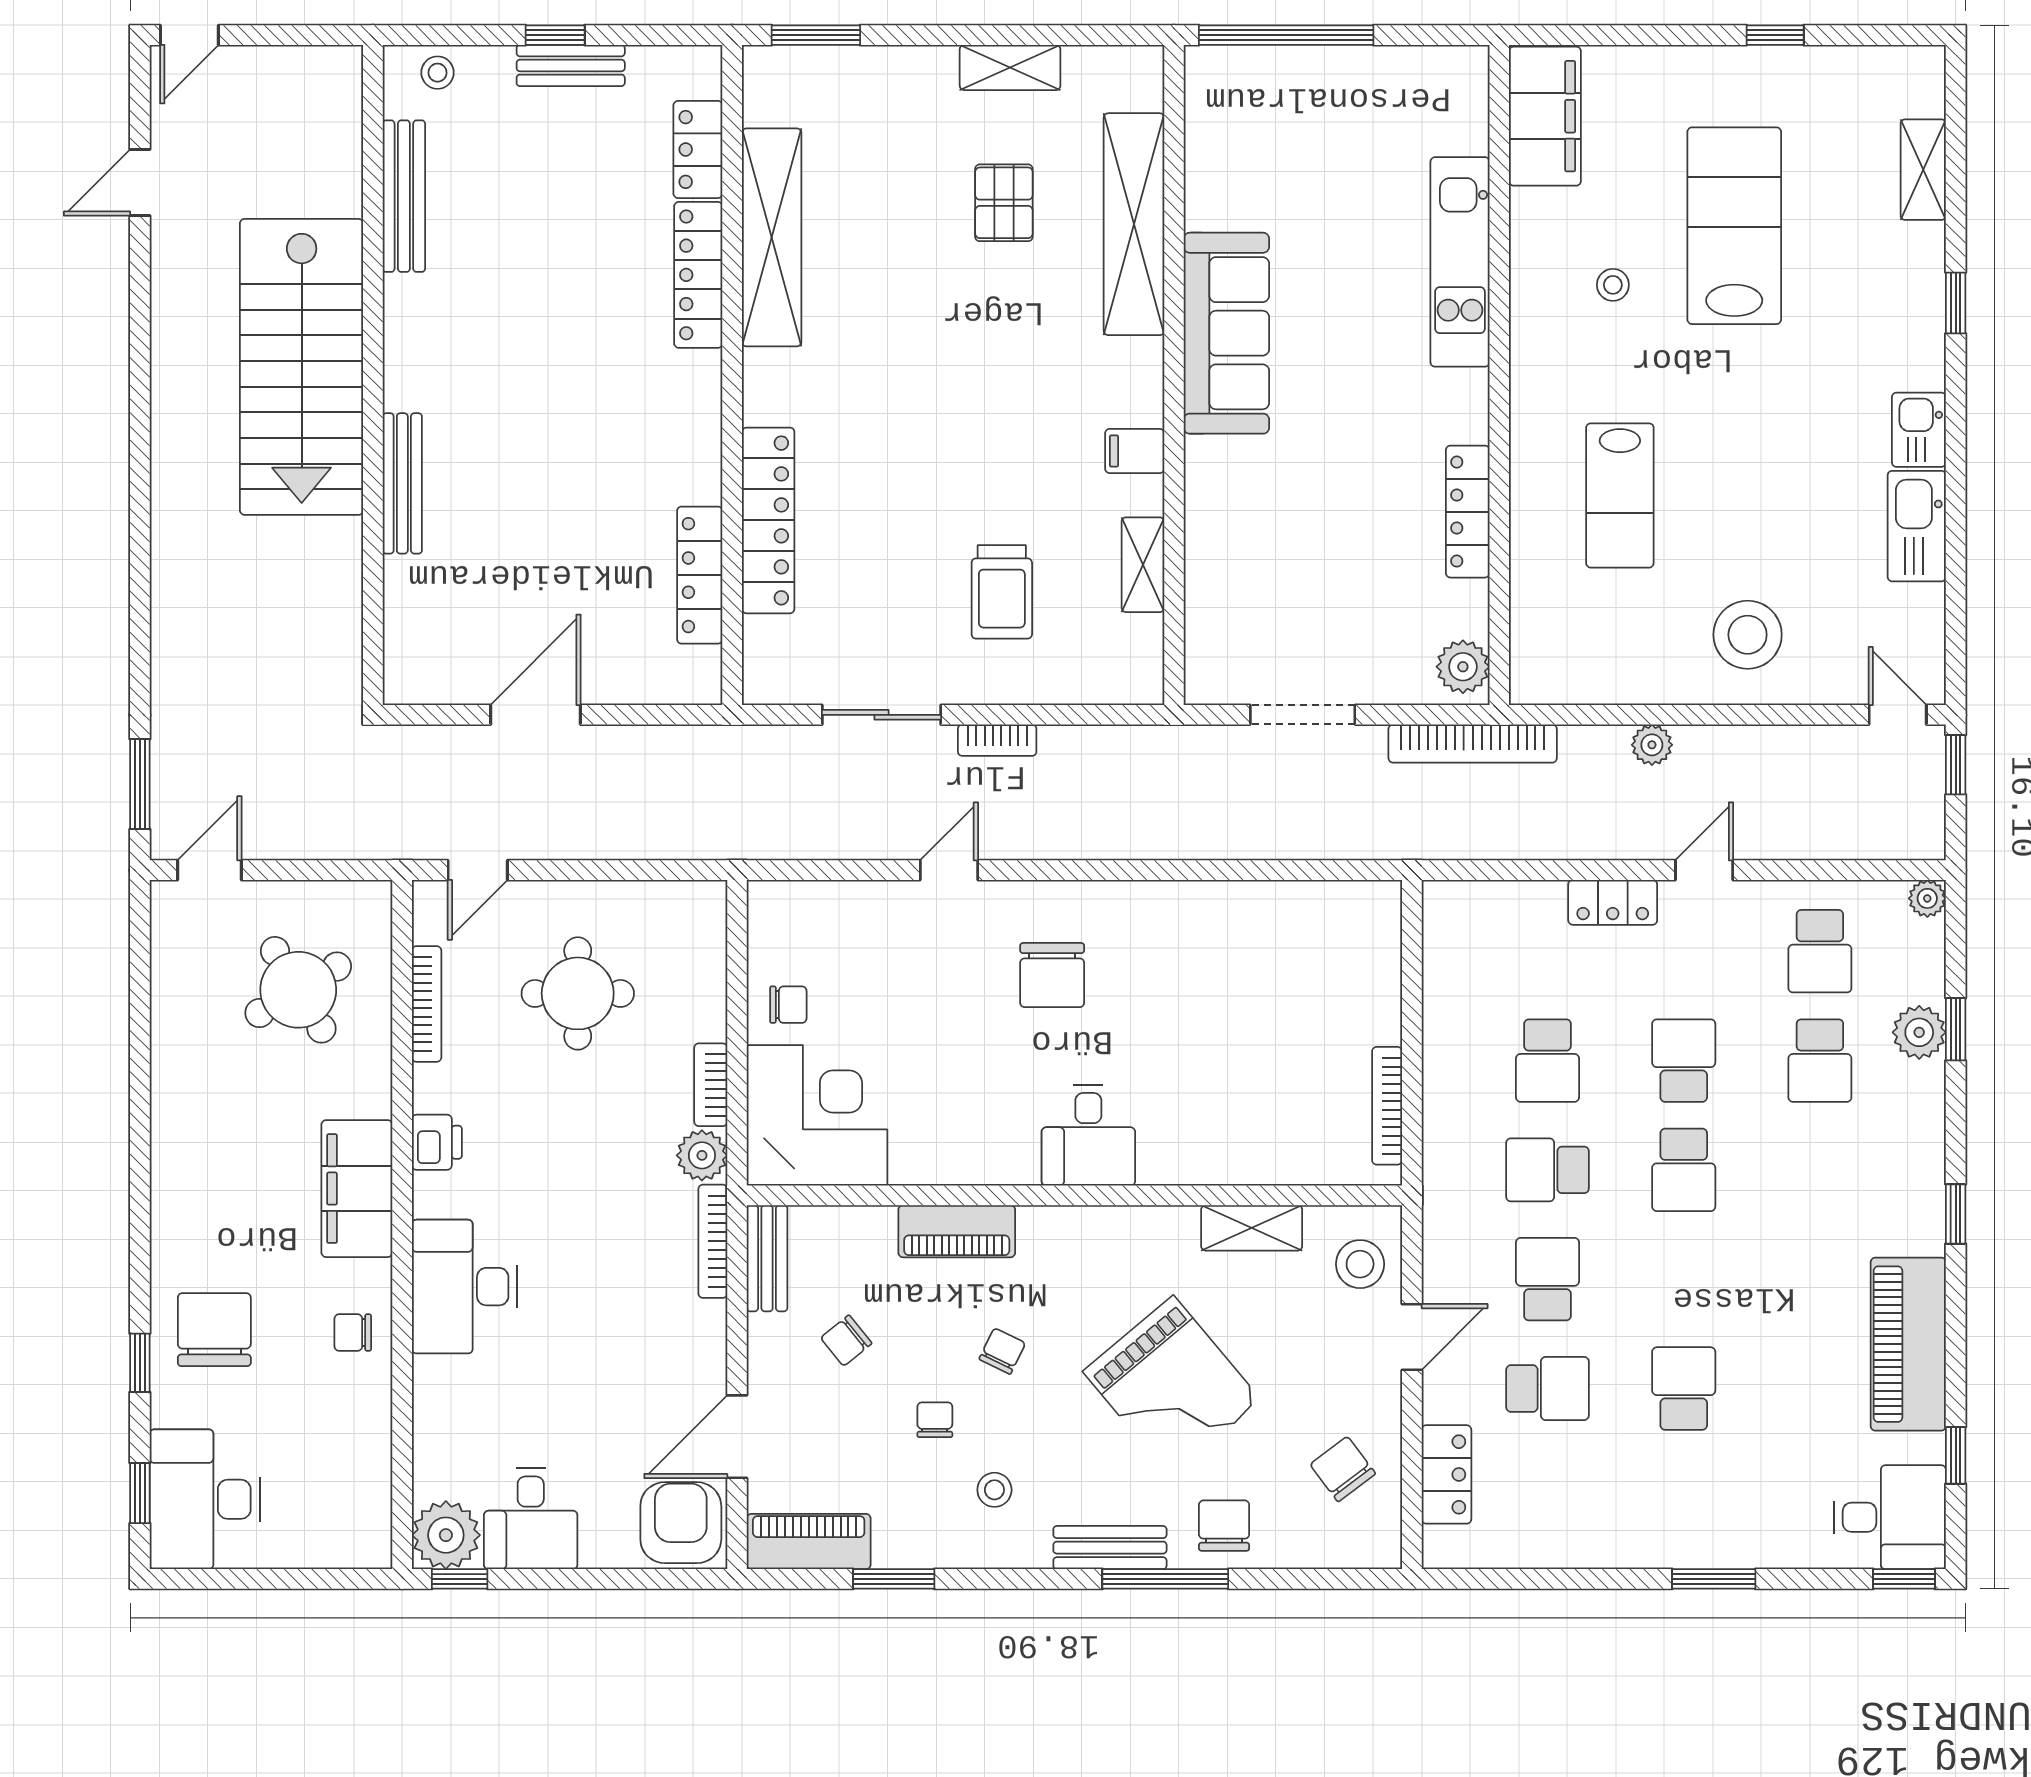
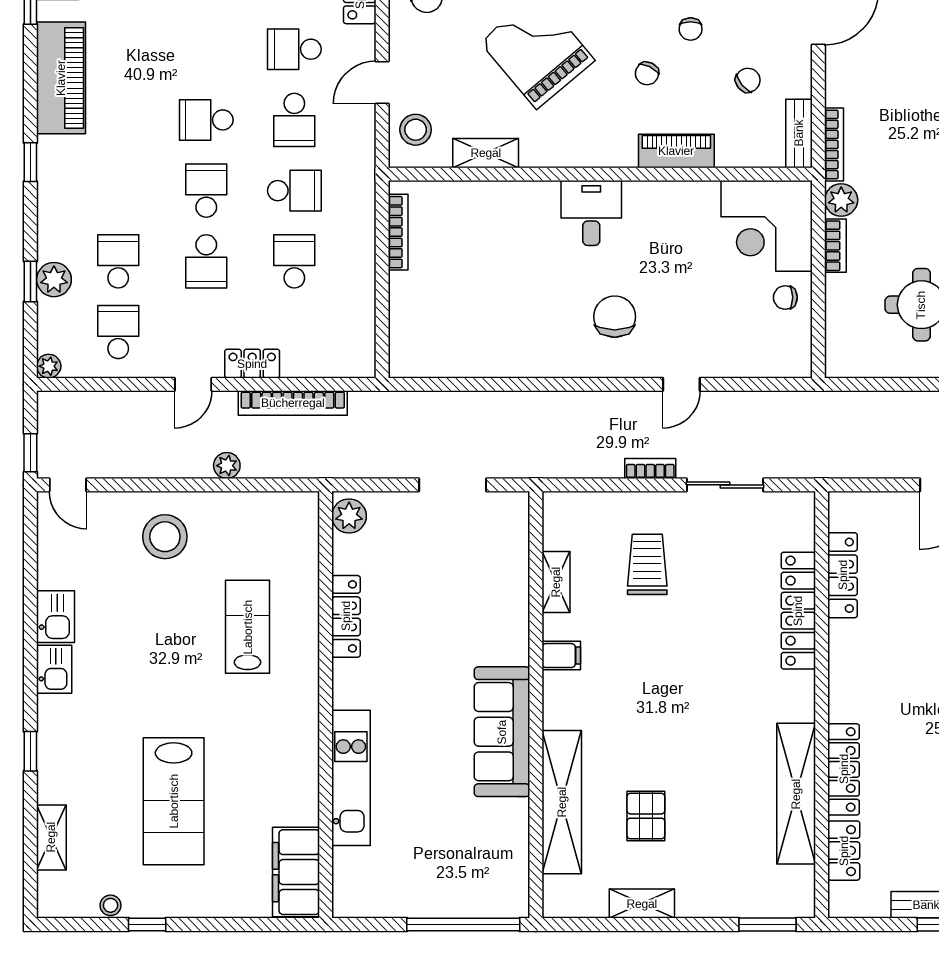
stool: (1613, 285) -> (111, 905), moved
kitchen sink: (1917, 526) -> (56, 617), width x0.73
bookcase: (1473, 744) -> (293, 403), moved, turned 180
school desk: (1684, 1389) -> (206, 120), moved, turned 90

